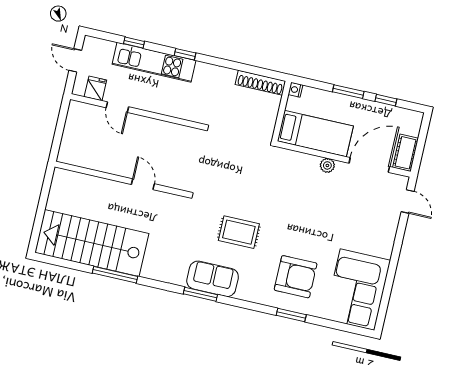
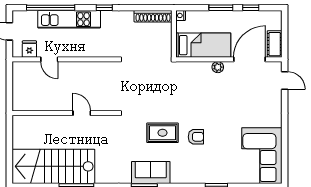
window: (134, 43) -> (51, 8), width x3.17
window: (185, 54) -> (104, 8), moved
armchair: (296, 277) -> (196, 137), moved, width x0.53, depth x0.53

